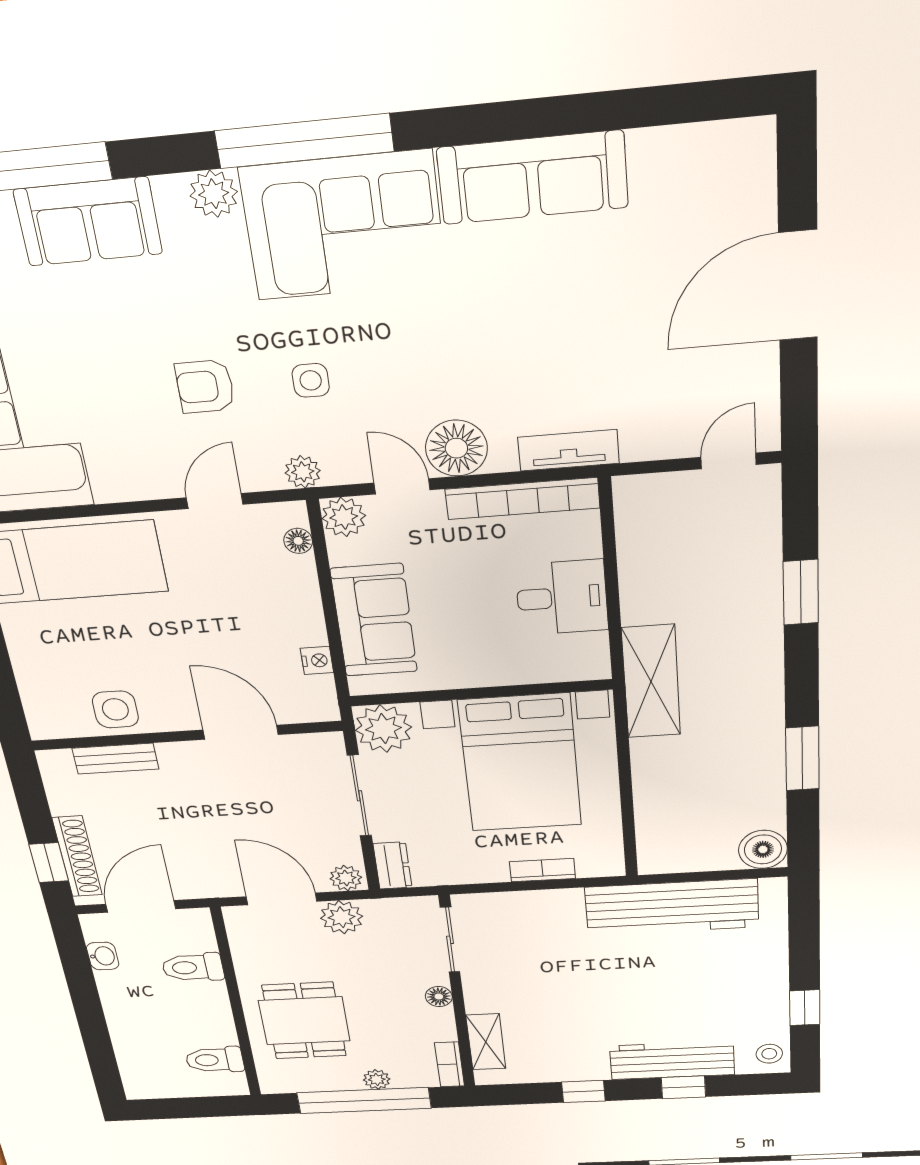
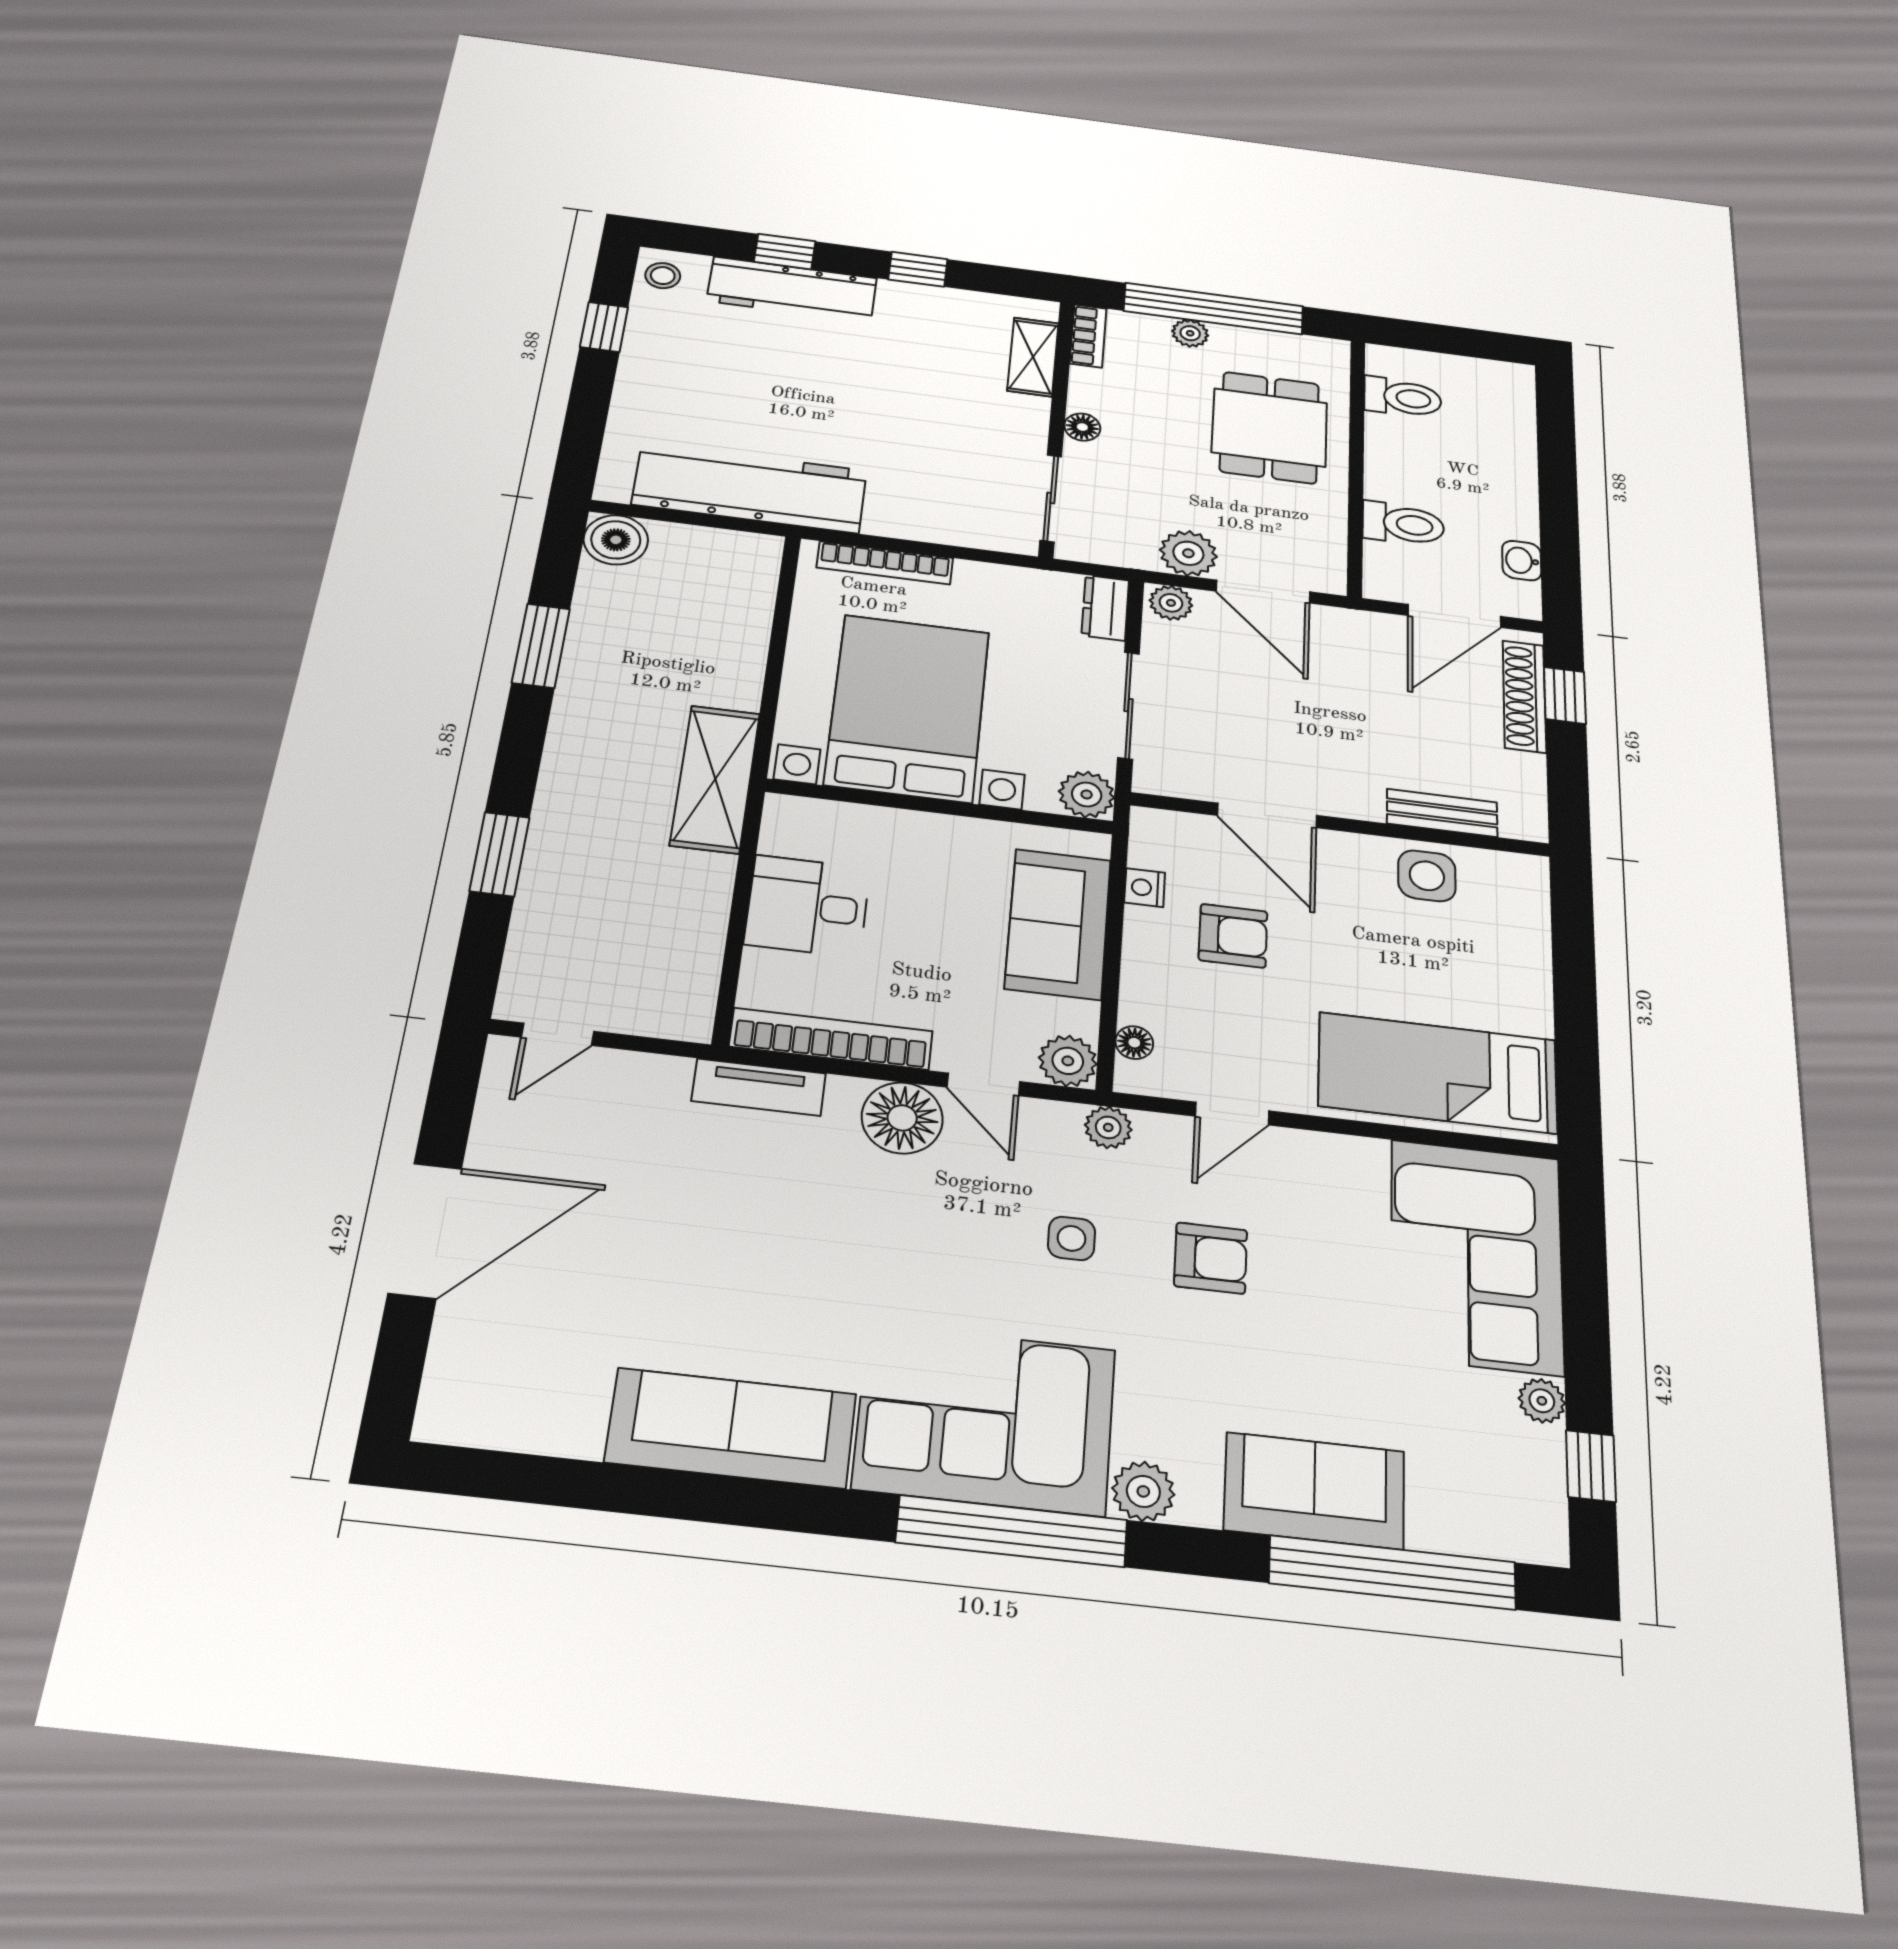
armchair: (245, 637) -> (1233, 936), added
plant: (383, 729) -> (1087, 794), width x0.73, depth x0.73
bookcase: (542, 870) -> (885, 563), width x1.56

